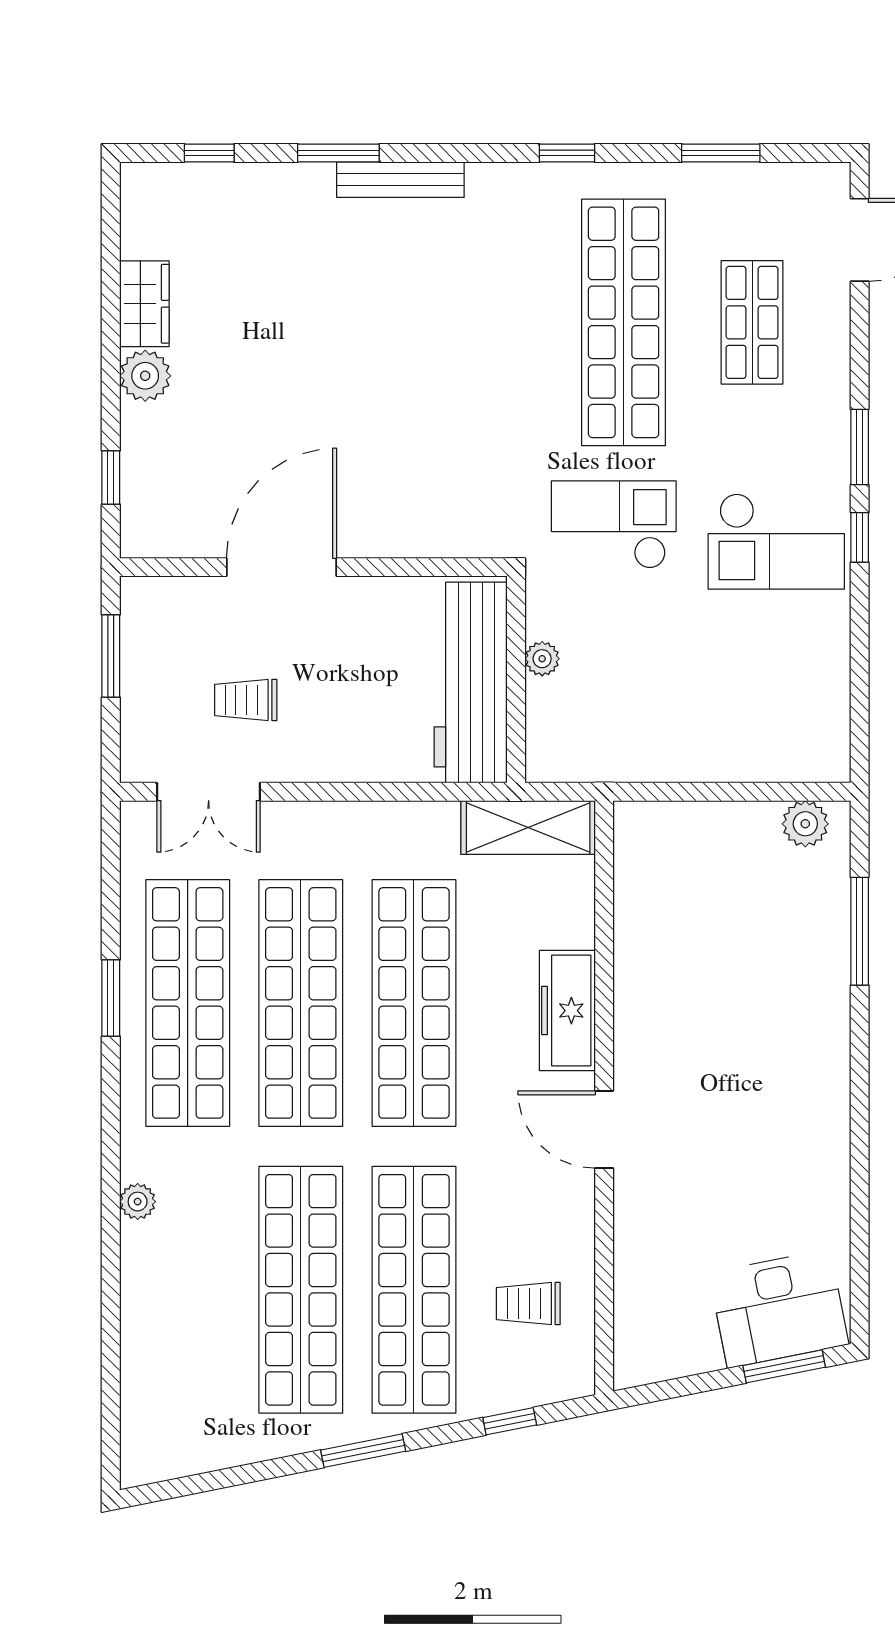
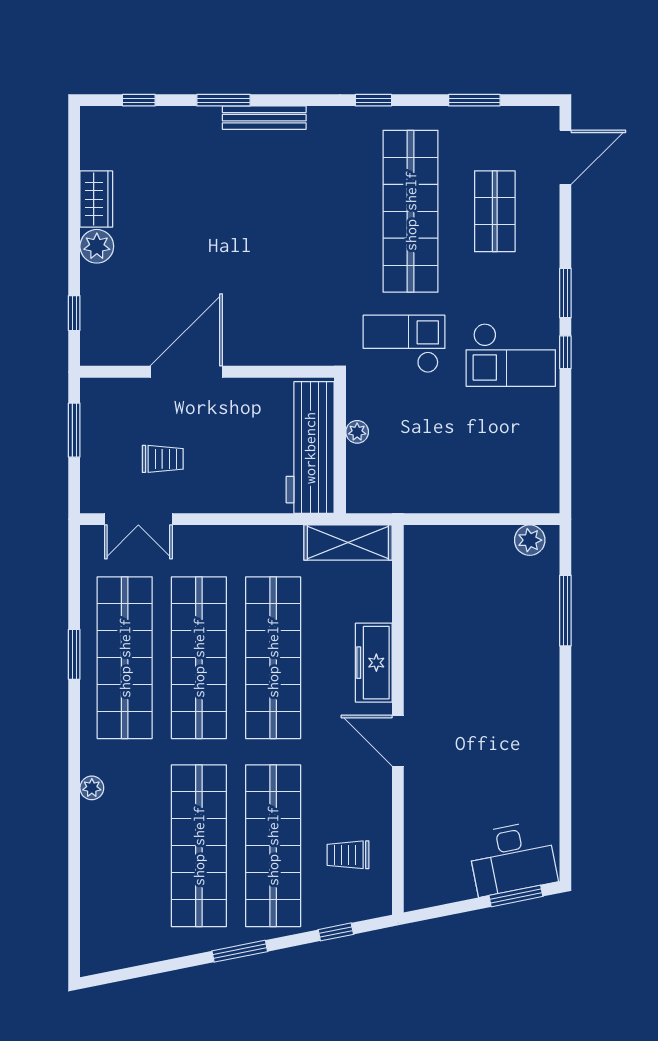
trolley: (246, 700) -> (163, 459), turned 180

